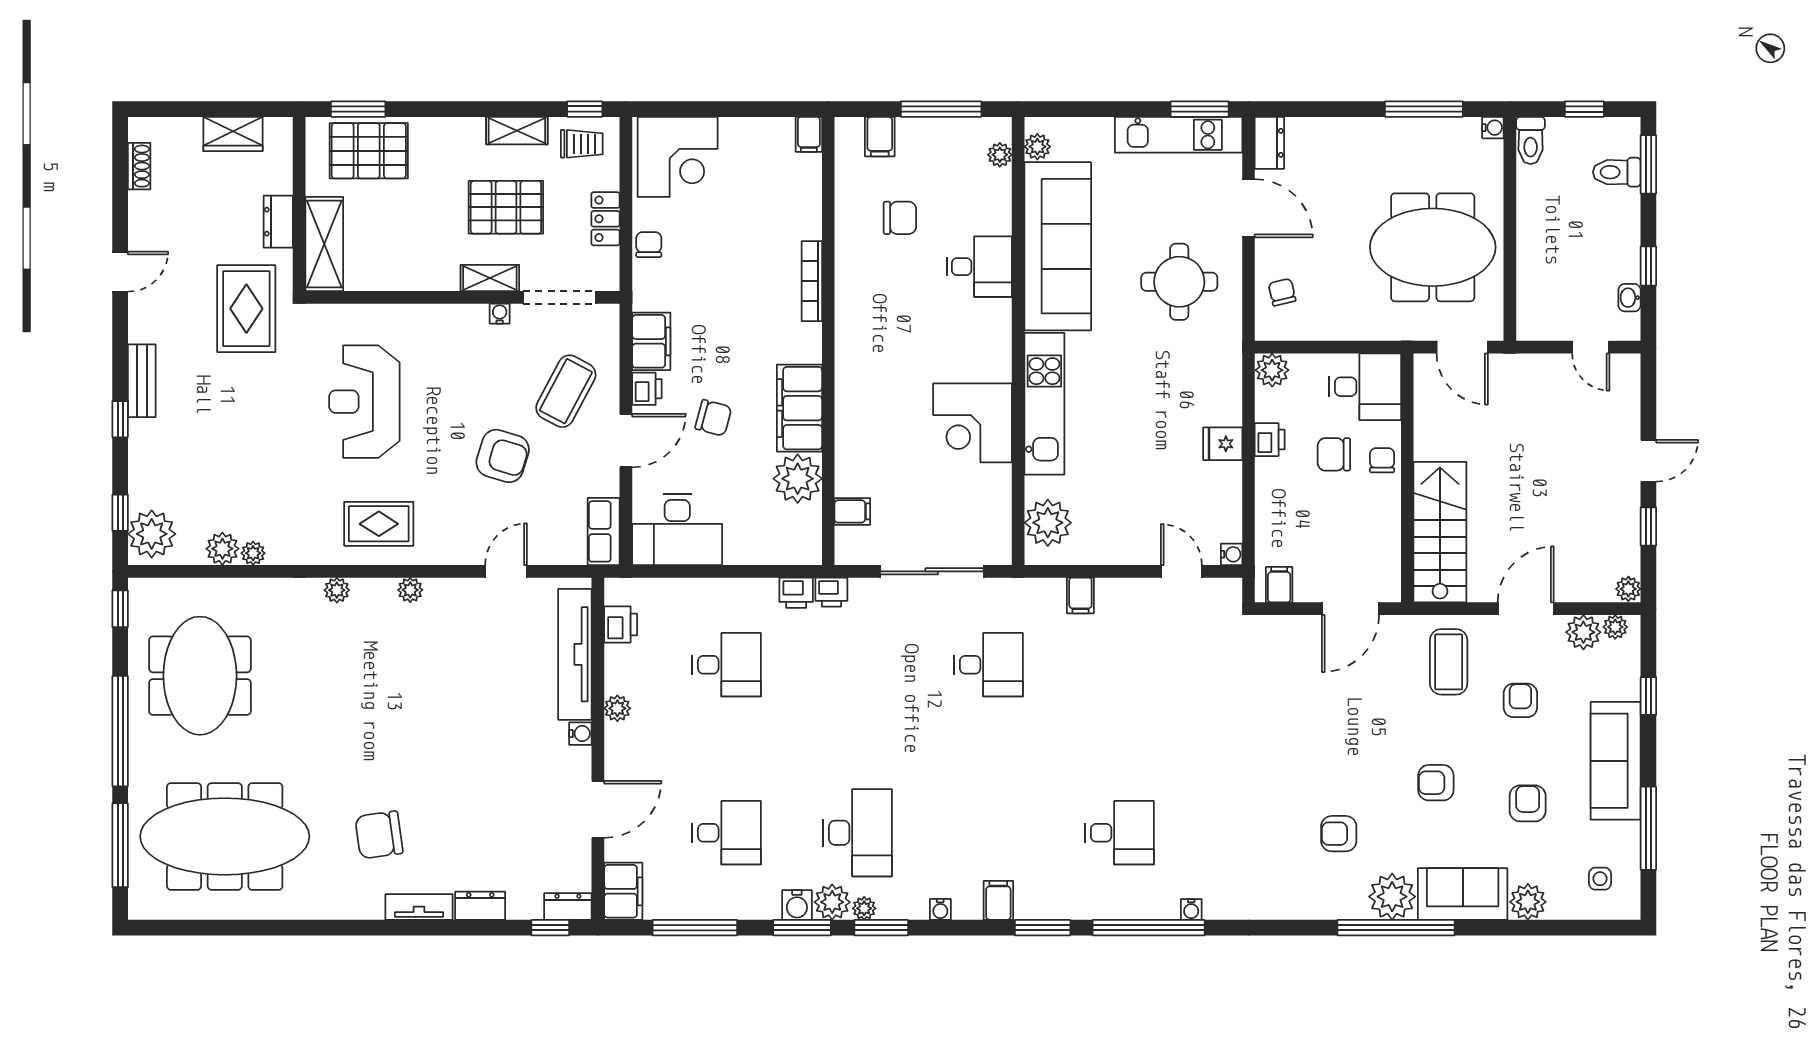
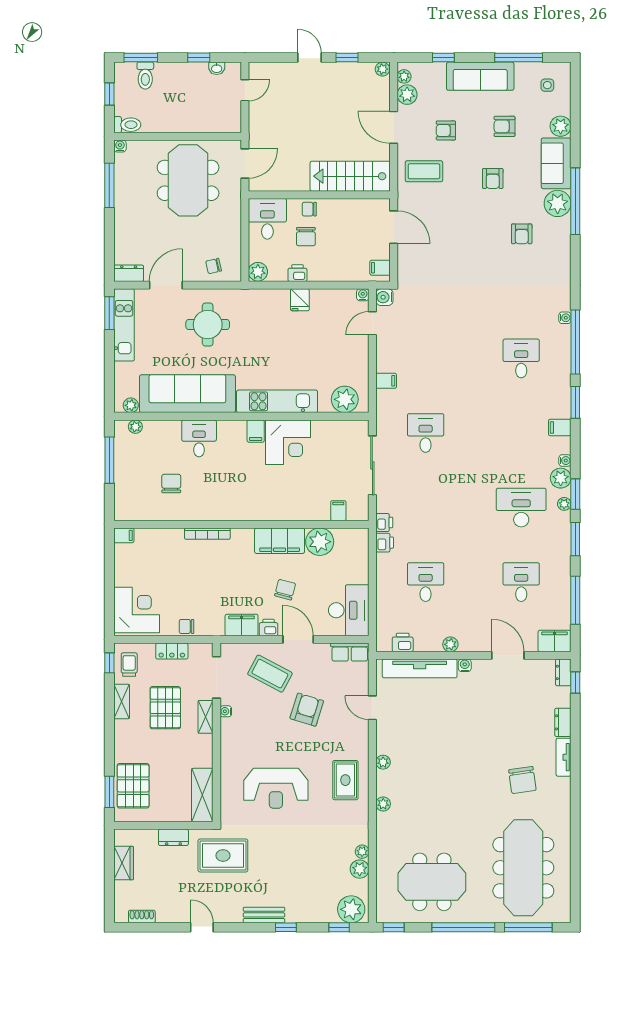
filing cabinet: (880, 137) -> (256, 431), moved, turned 90
shelving: (324, 244) -> (202, 795), moved, turned 90
plant: (832, 902) -> (561, 478), moved
water cooler: (797, 905) -> (384, 297), moved, turned 180

